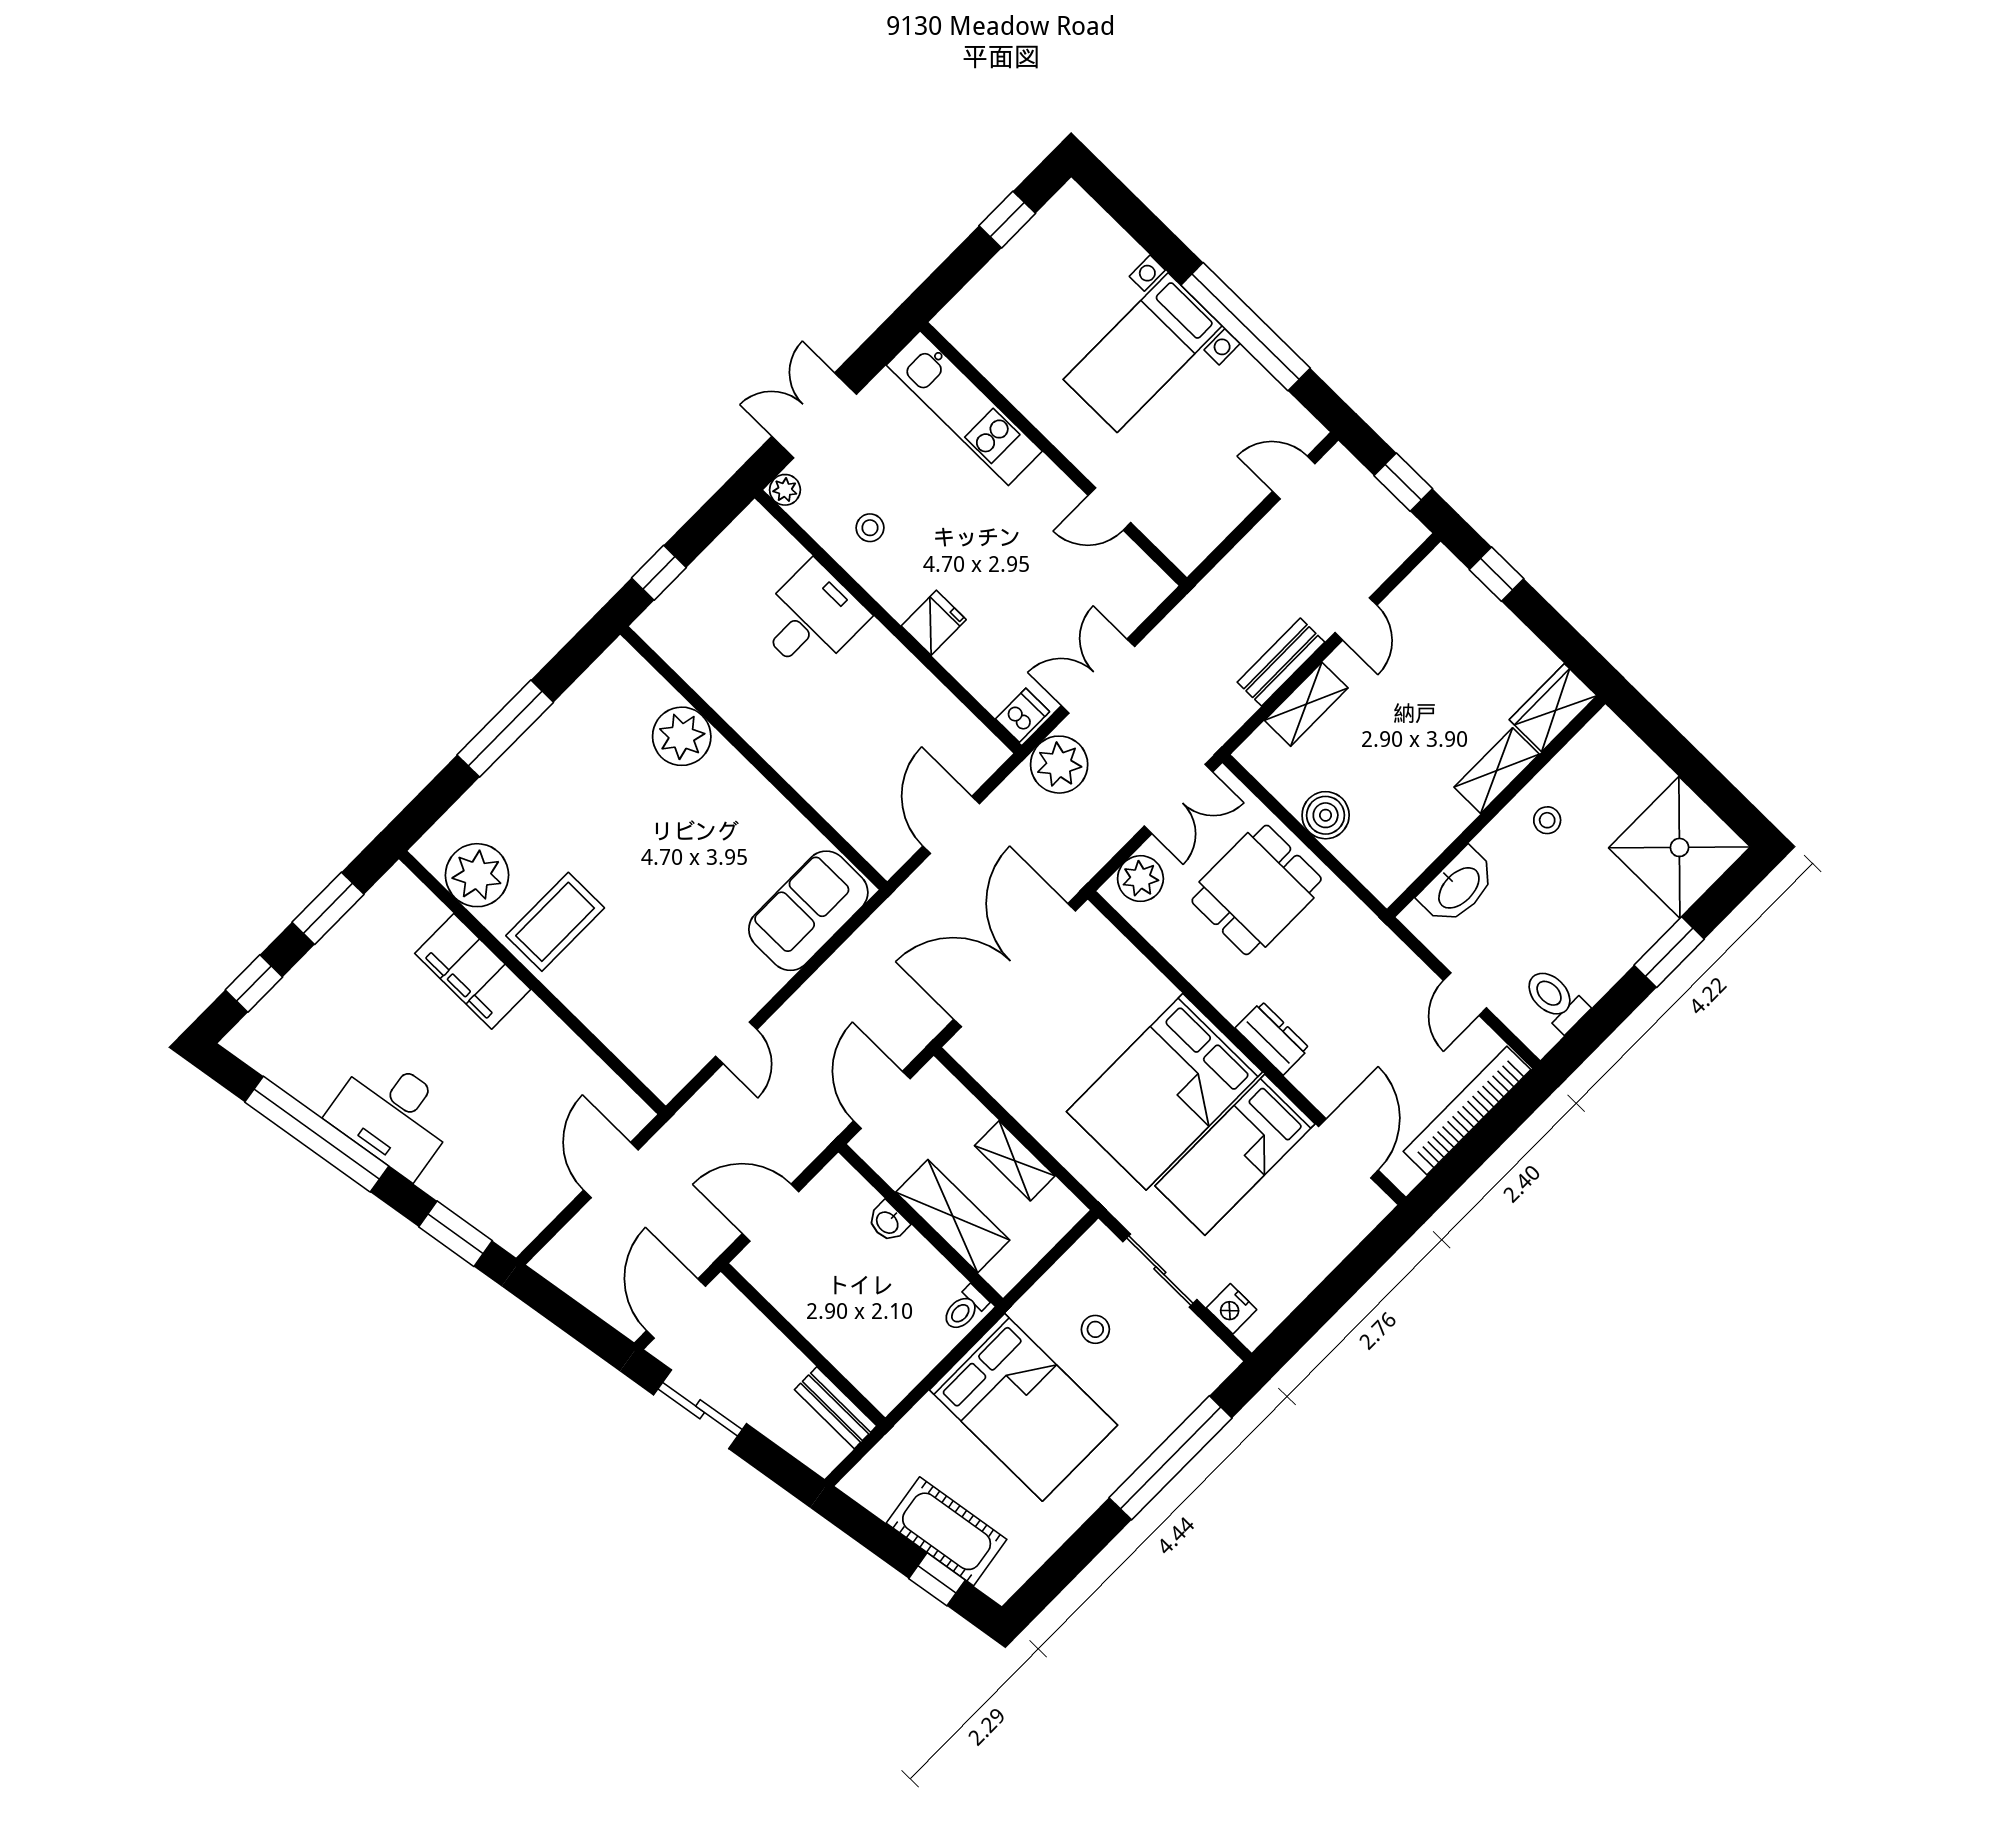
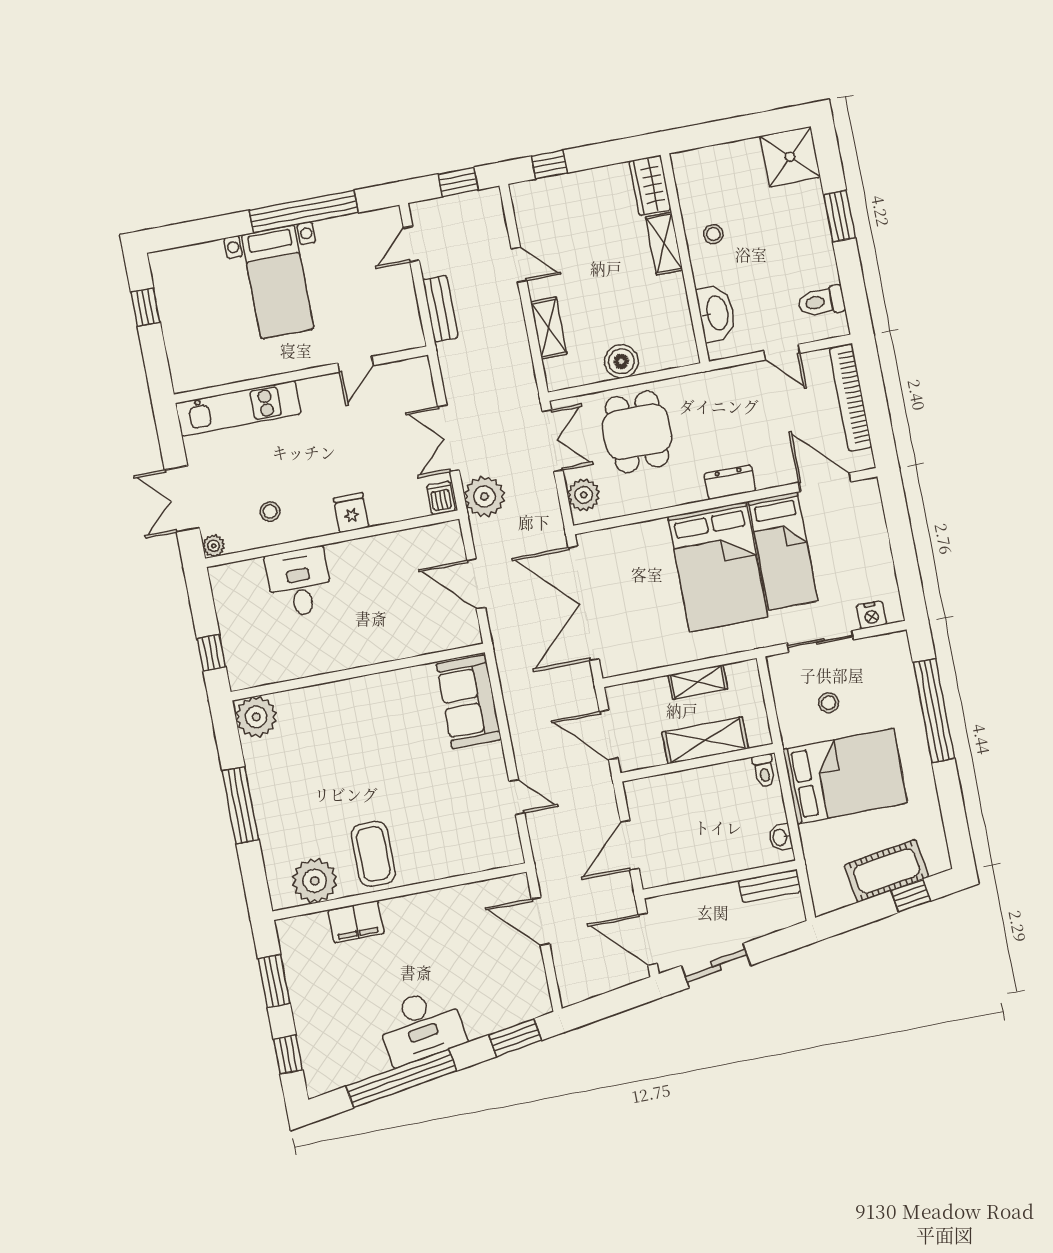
bench: (1281, 662) -> (440, 309), moved
plant: (682, 736) -> (256, 717), moved
shower: (1679, 847) -> (790, 157), width x0.73, depth x0.73
filing cabinet: (473, 971) -> (356, 922), width x0.67, depth x0.86
washbasin: (888, 1222) -> (780, 837), moved, turned 90

